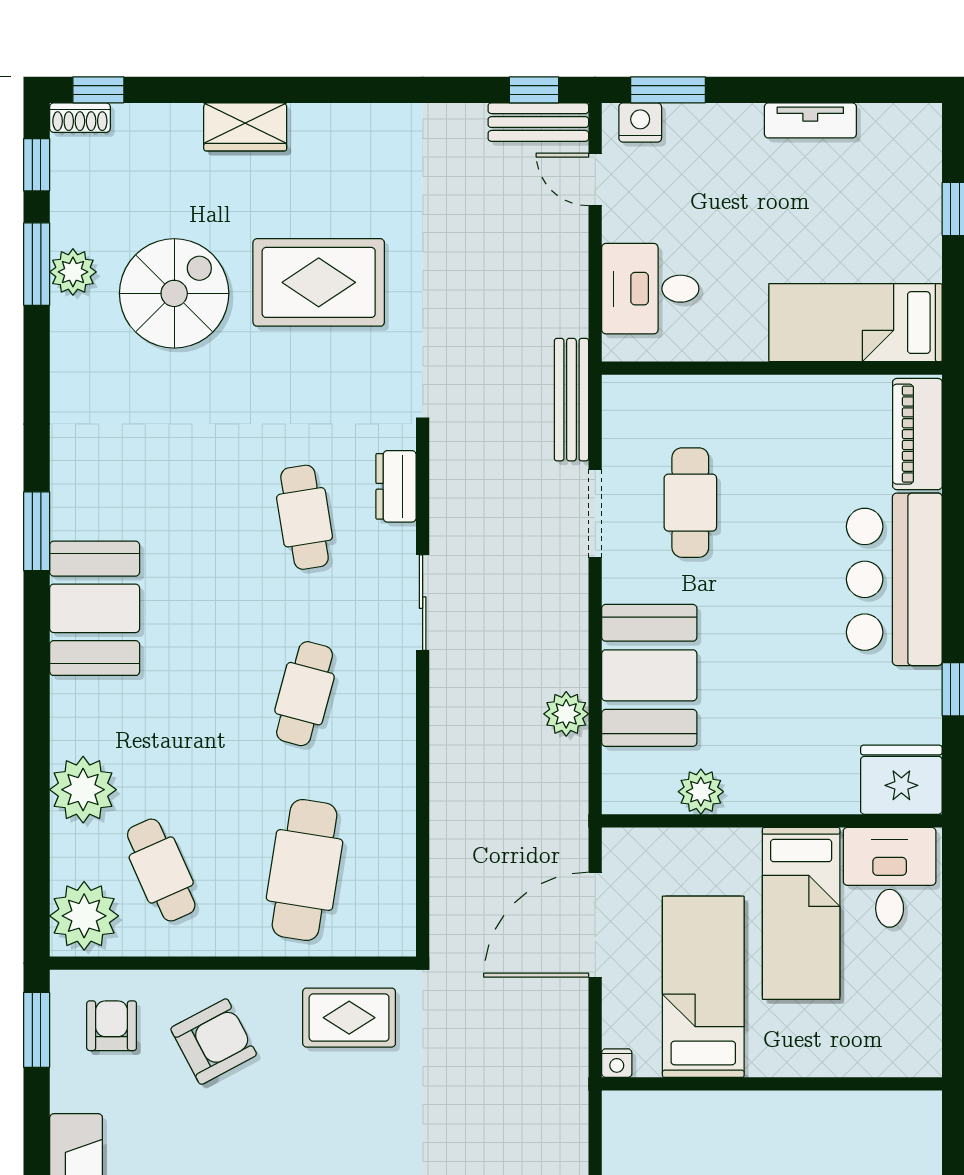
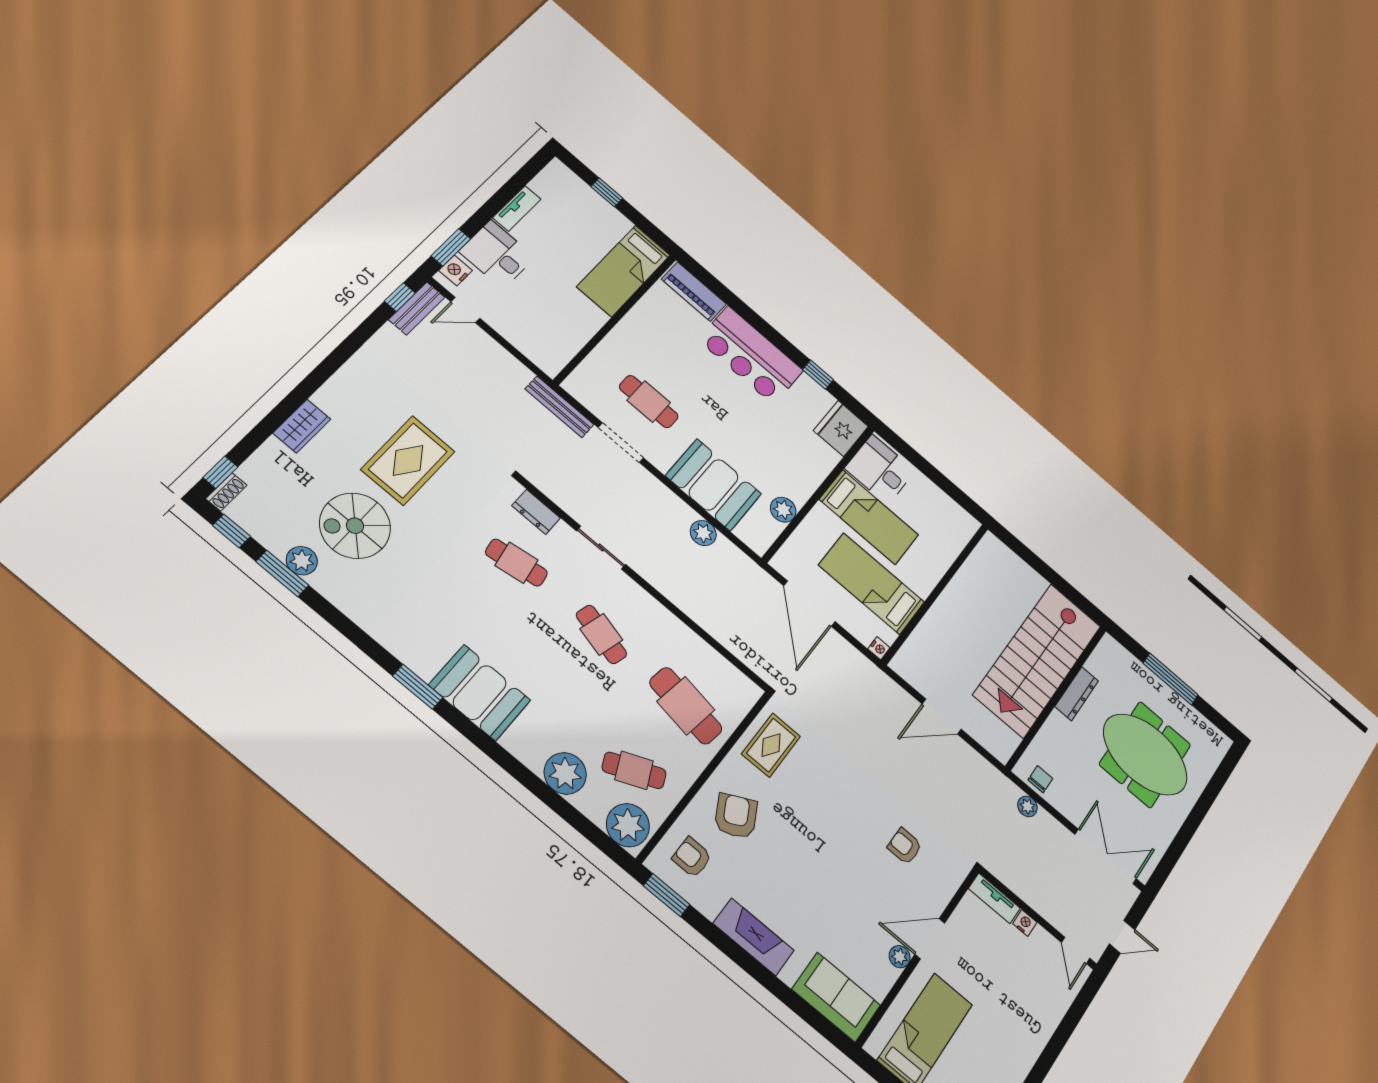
desk: (650, 289) -> (497, 254), moved, turned 90
spiral stairs: (174, 293) -> (355, 526), turned -90

